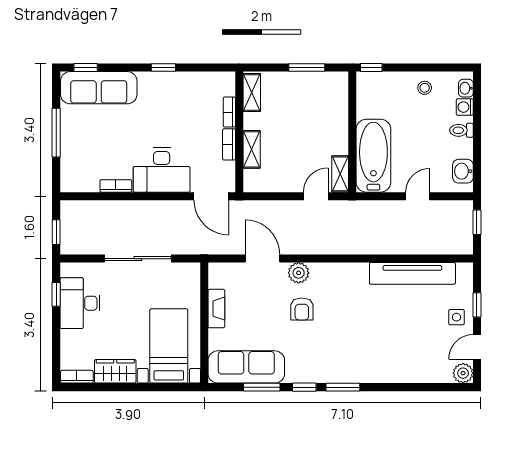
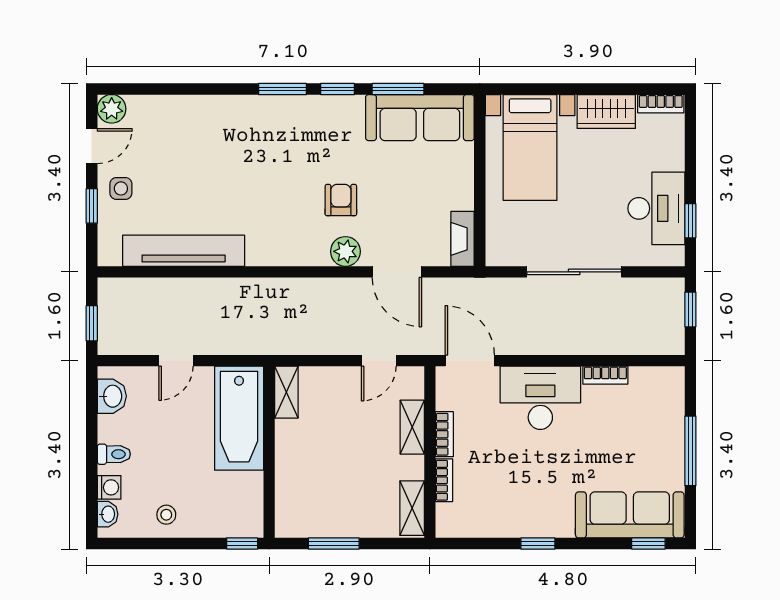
door: (316, 196) -> (379, 361), moved
fireplace: (216, 309) -> (462, 239), moved

